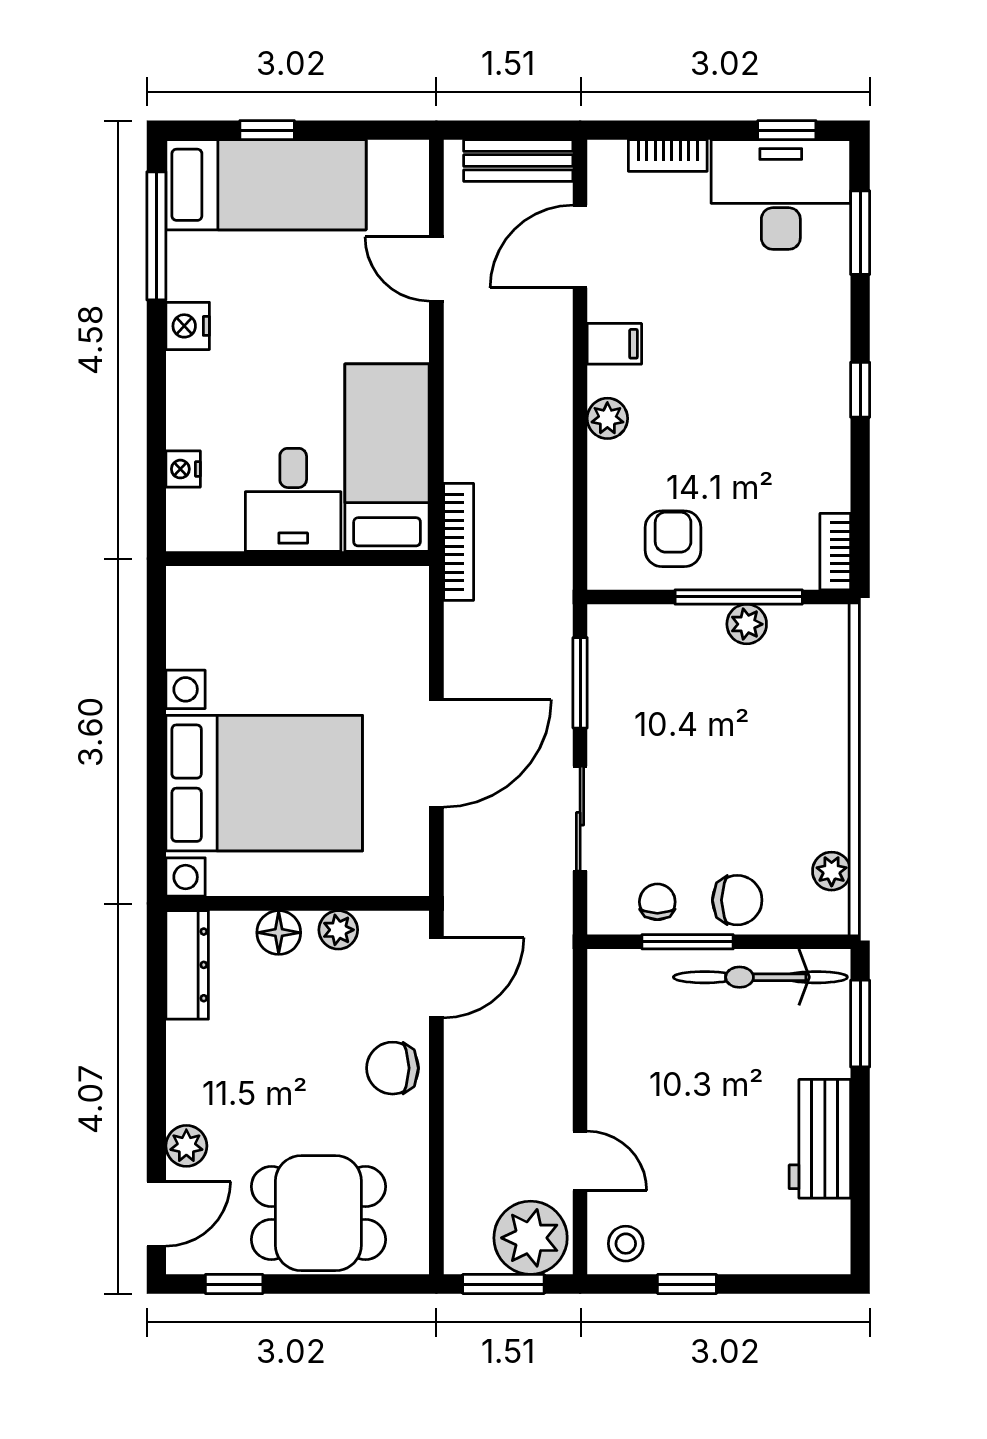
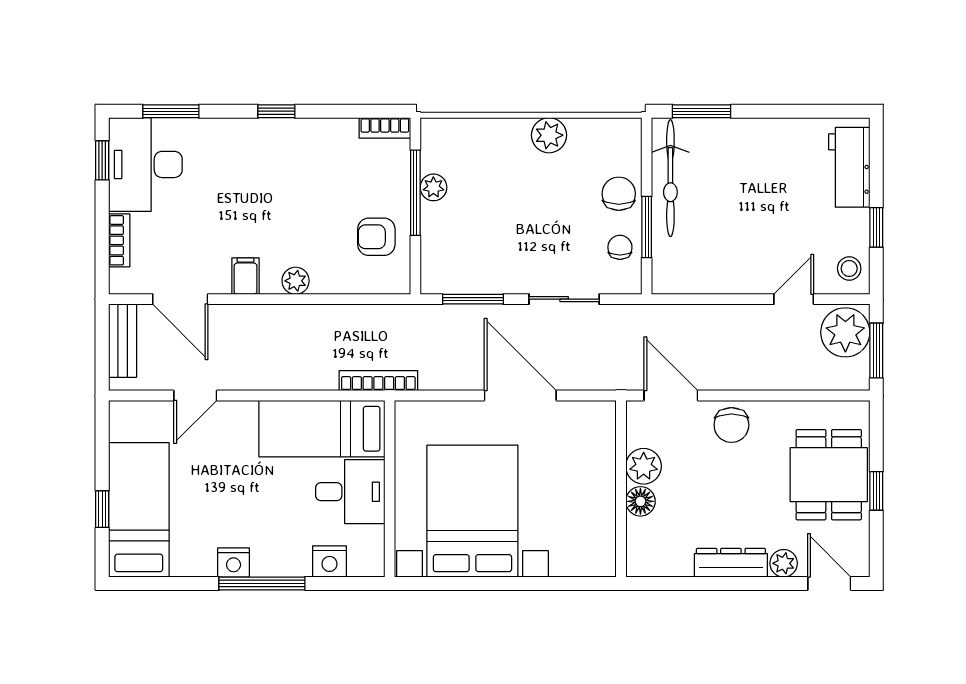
window: (156, 236) -> (262, 583), moved
nightstand: (183, 469) -> (330, 561), width x1.39, depth x1.35
bed with nightstands: (264, 783) -> (472, 511), moved
plant: (832, 871) -> (549, 135), moved, width x1.38, depth x1.38
chair: (657, 902) -> (620, 247), turned 90
plant: (338, 930) -> (644, 466), width x1.38, depth x1.38
dresser: (187, 965) -> (731, 563), moved
workbench: (820, 1139) -> (849, 167), moved, turned 90
window: (234, 1284) -> (876, 491), moved

